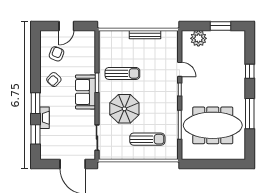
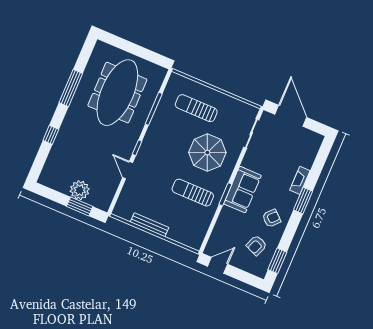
door: (66, 26) -> (218, 265), moved
window: (221, 26) -> (80, 206), moved
plant: (198, 38) -> (80, 190), moved
meeting table: (213, 125) -> (117, 93), turned 90
window: (36, 134) -> (277, 261), moved

